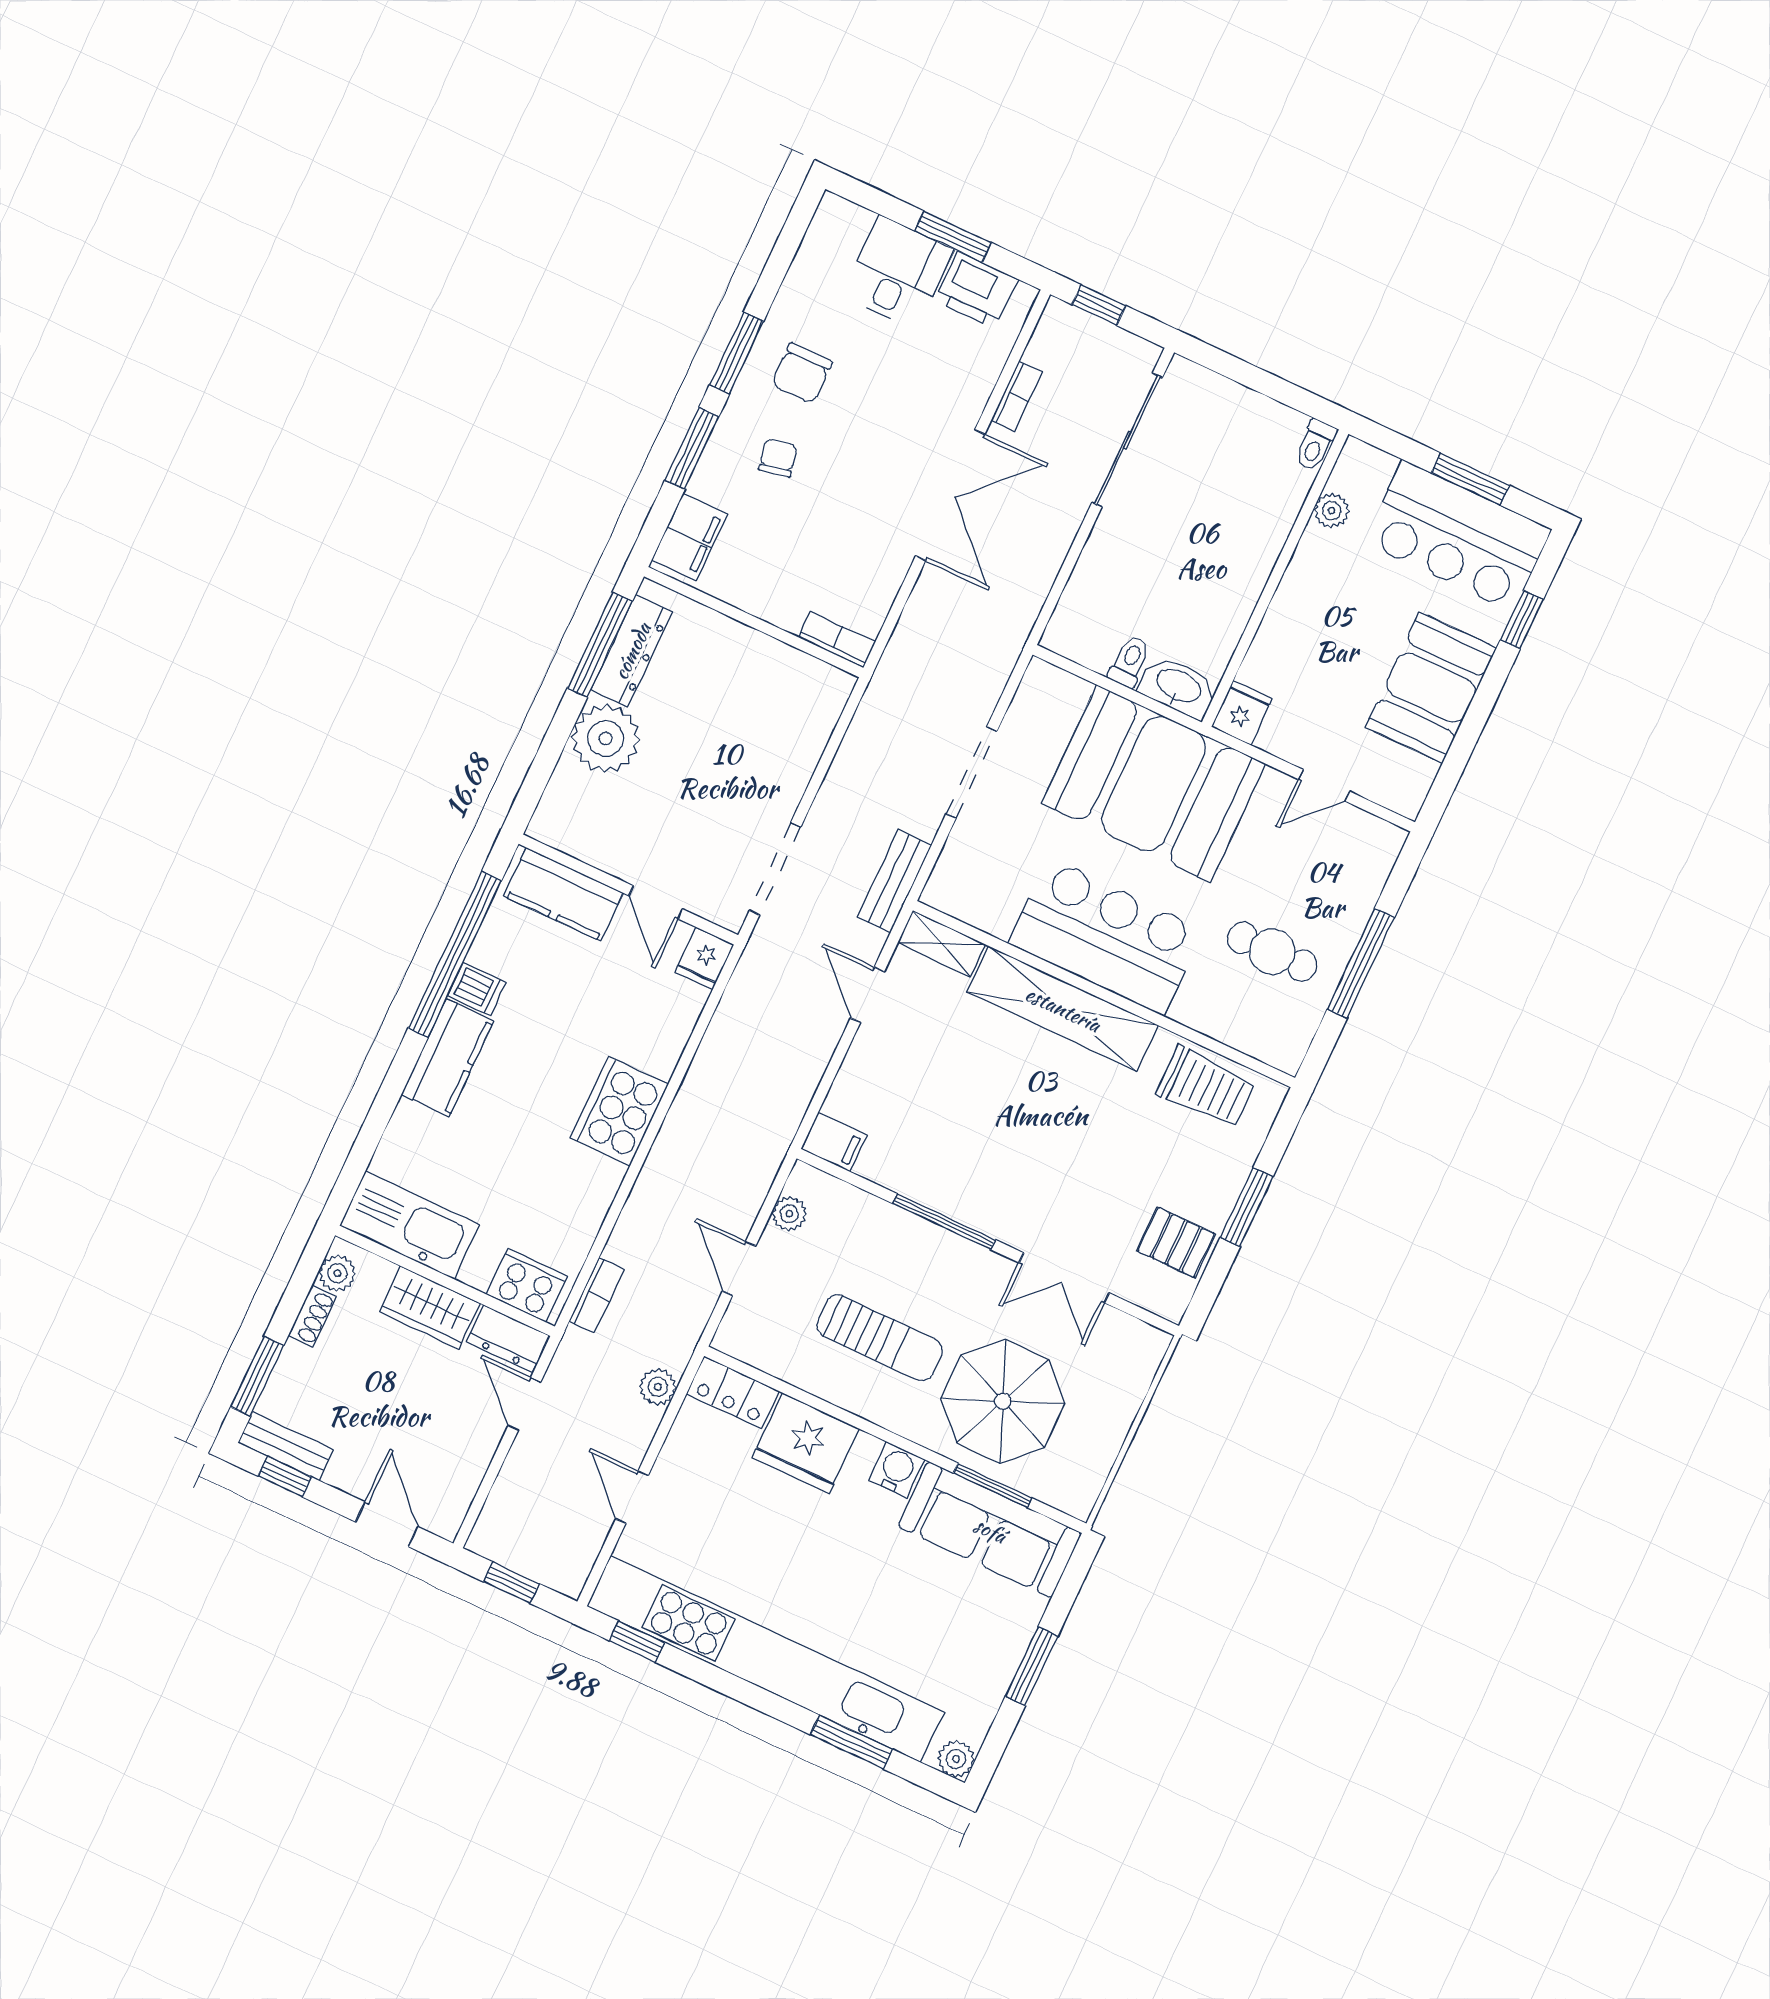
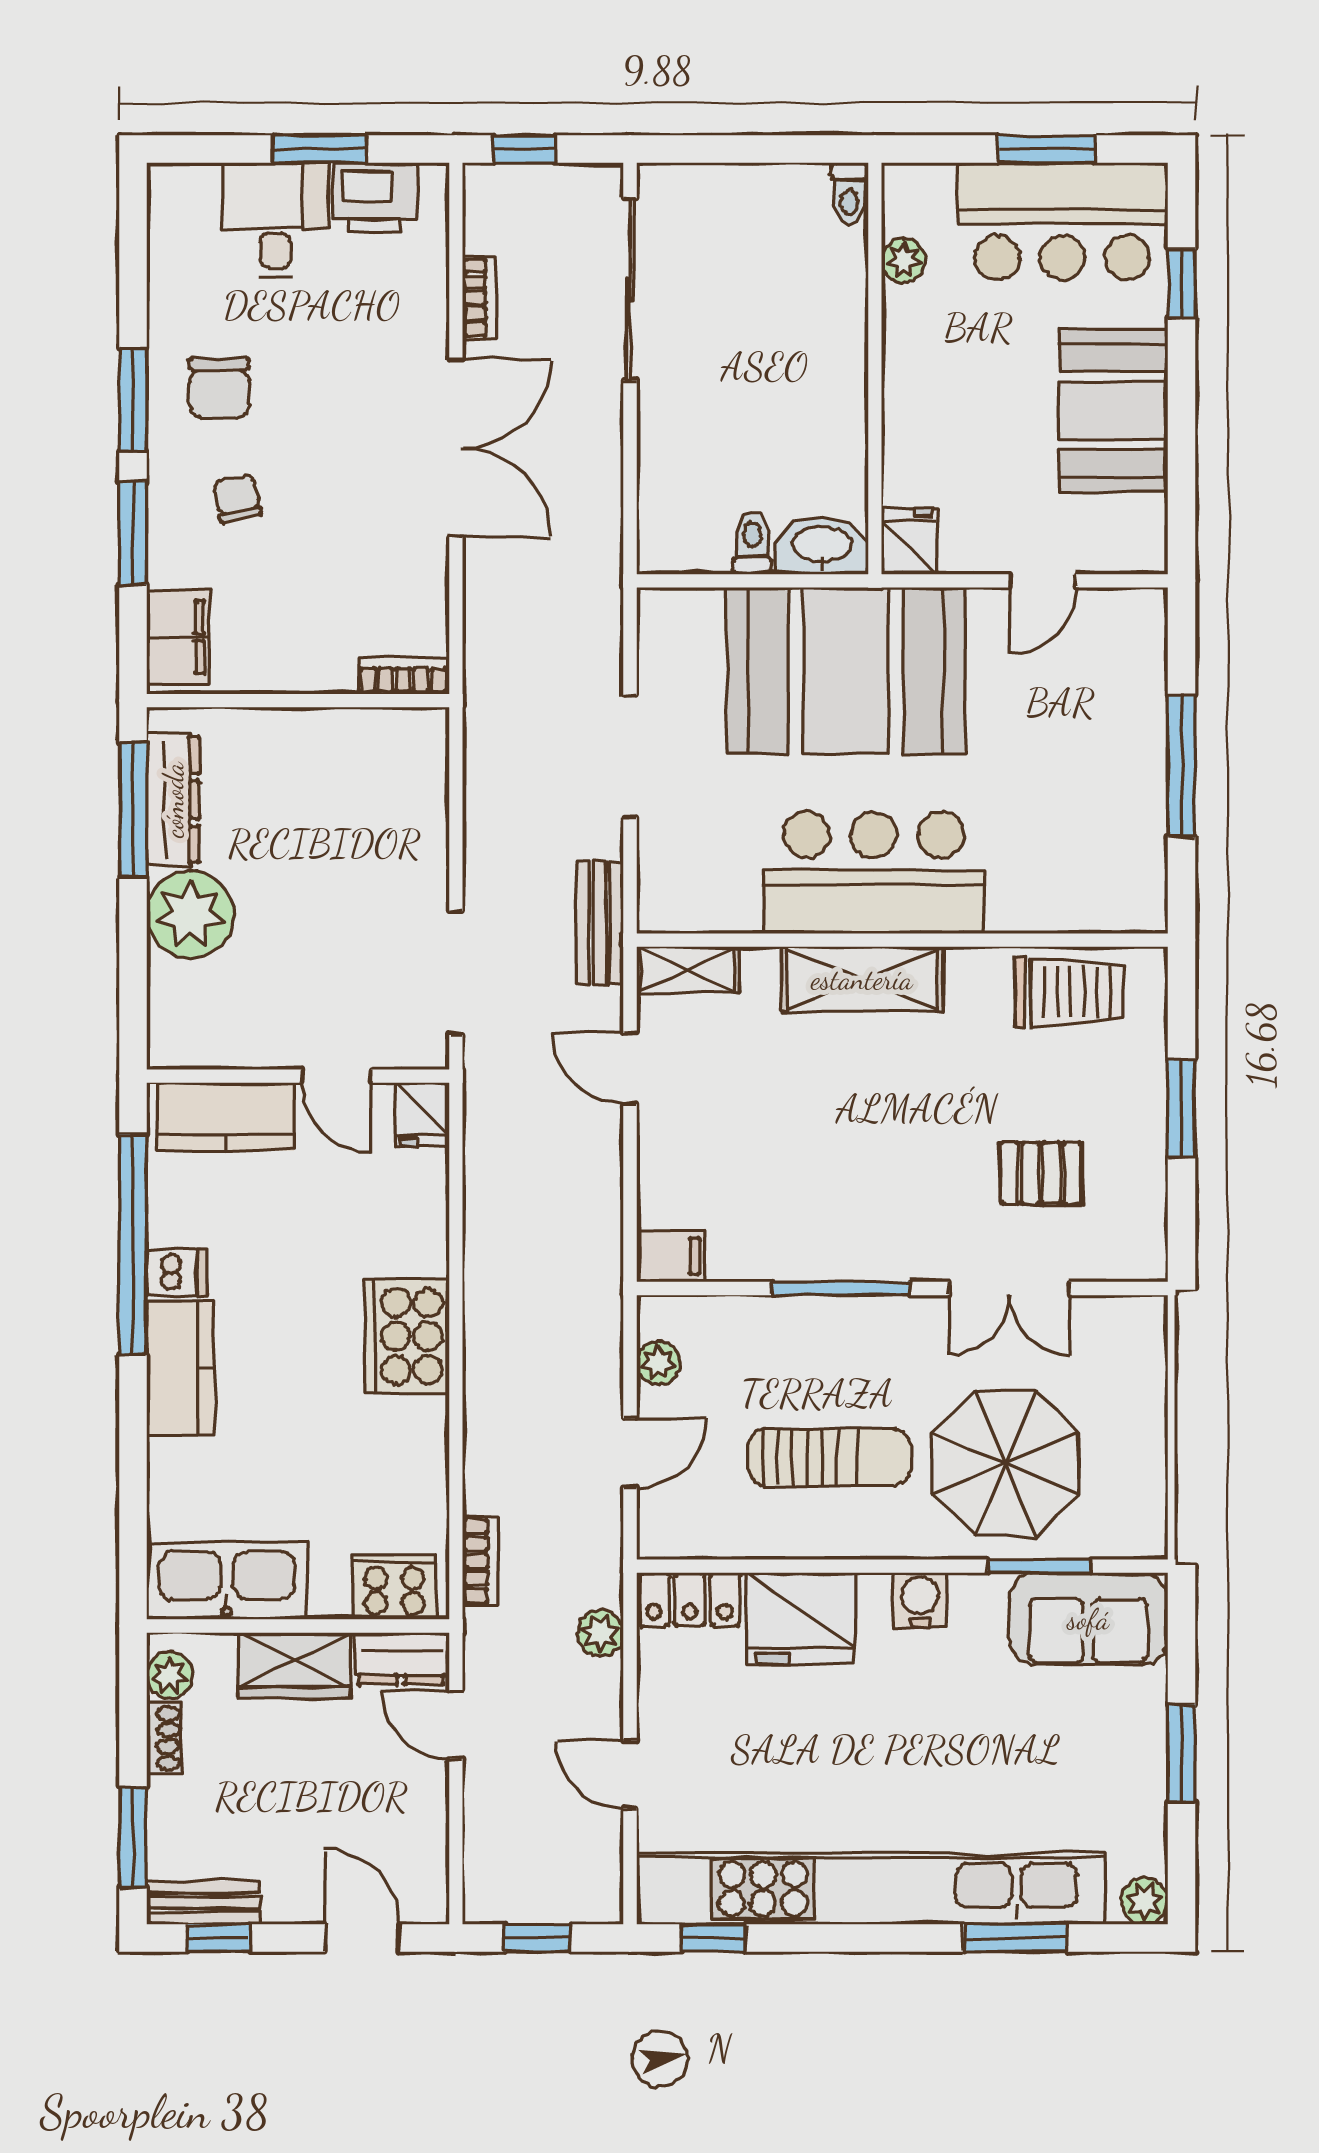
cafe table: (1272, 952) -> (1073, 800), removed
shelving: (1063, 1009) -> (862, 979), width x0.68
pallet: (1176, 1242) -> (1041, 1173), moved
door: (739, 1268) -> (630, 1453), swing flipped
sofa: (990, 1530) -> (1088, 1619), width x0.73

